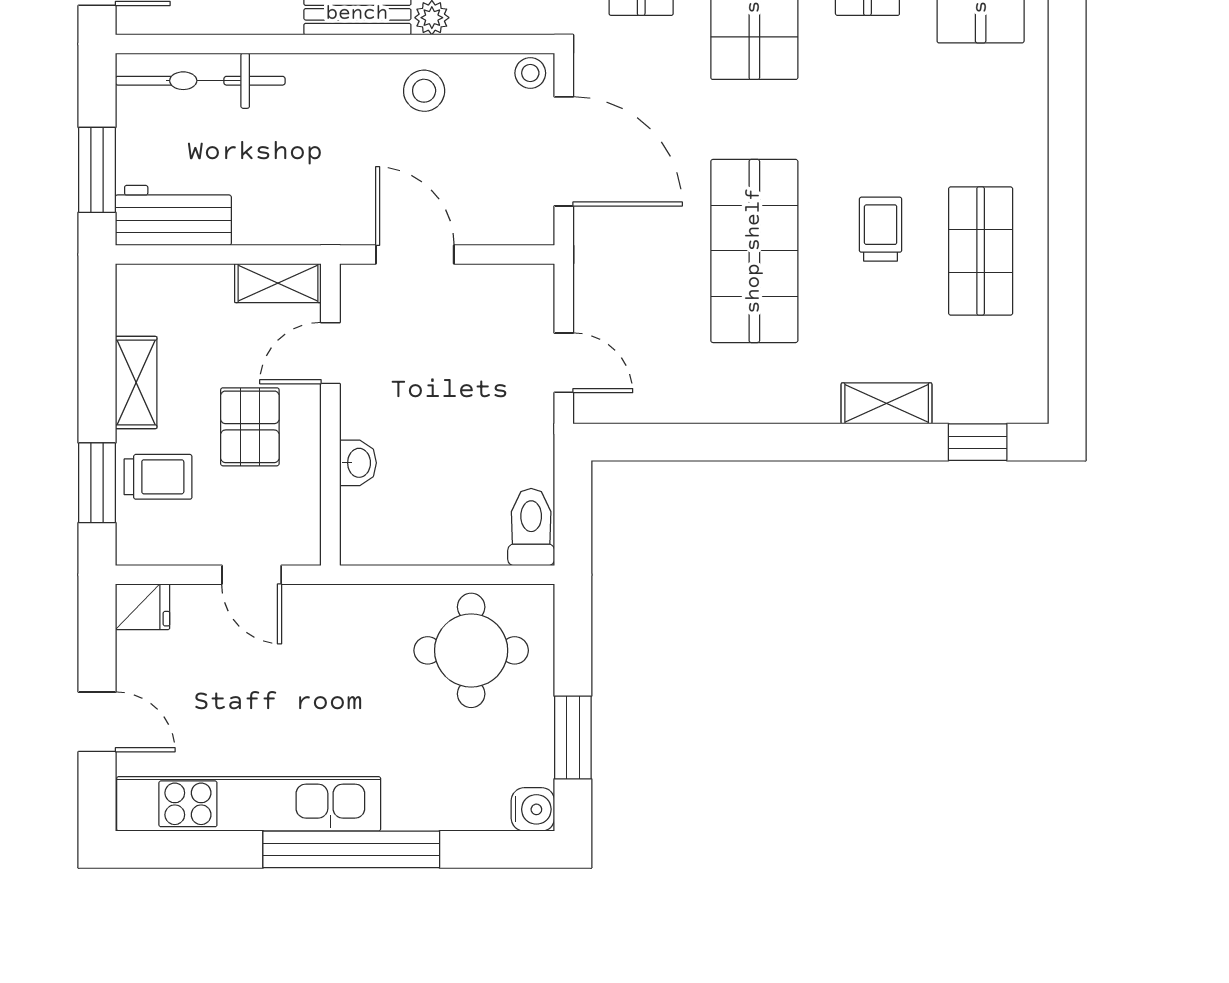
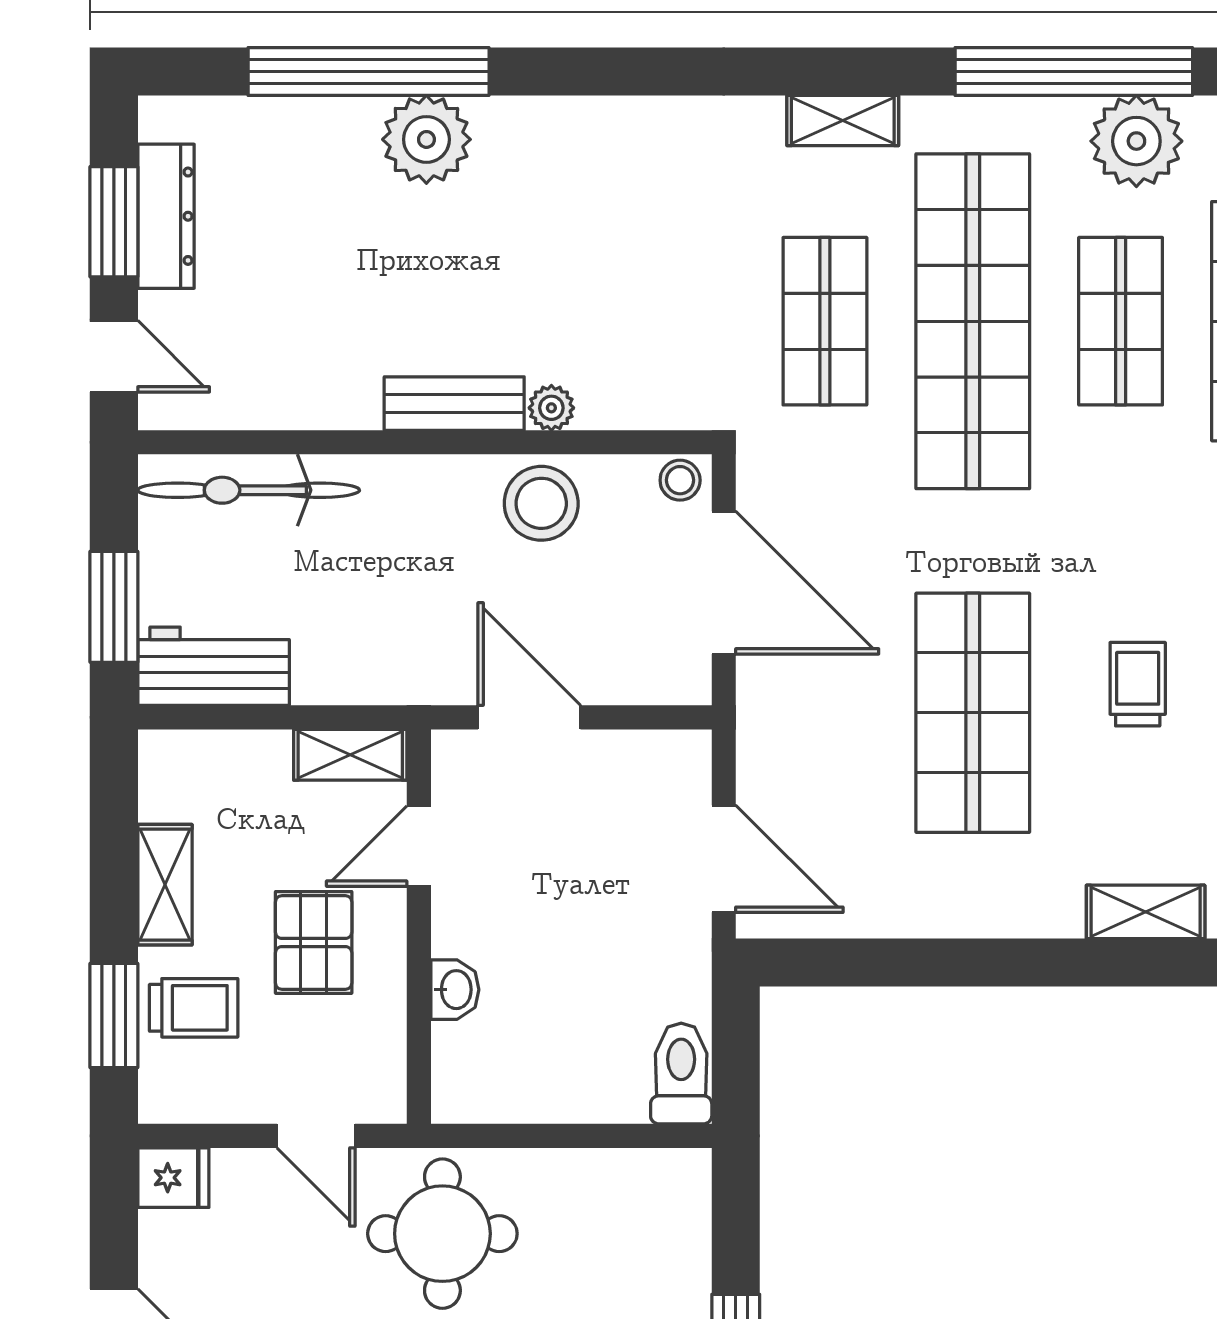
stool: (424, 91) -> (541, 503), width x1.38, depth x1.38
door: (564, 363) -> (724, 859), width x1.38
round table: (471, 650) -> (442, 1234), moved

